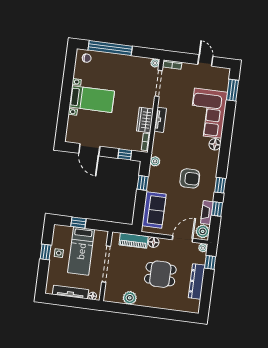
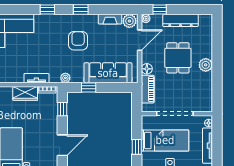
tv unit: (160, 120) -> (36, 78), moved
floor lamp: (215, 144) -> (40, 20), removed
window: (217, 209) -> (47, 10), moved
sofa: (154, 210) -> (108, 73), width x1.36
door: (183, 239) -> (140, 40), swing flipped
plant: (130, 298) -> (206, 65), moved

